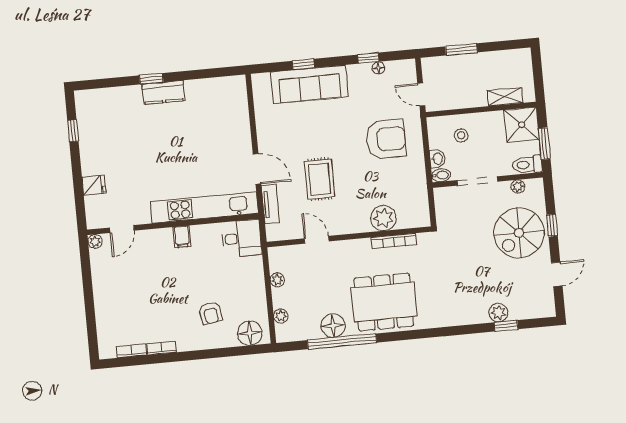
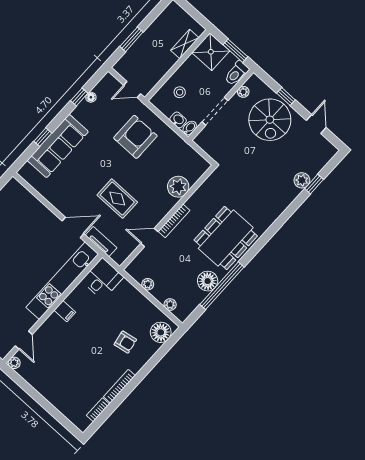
bookcase: (394, 241) -> (174, 221), moved
bookcase: (162, 348) -> (119, 386), width x1.56

